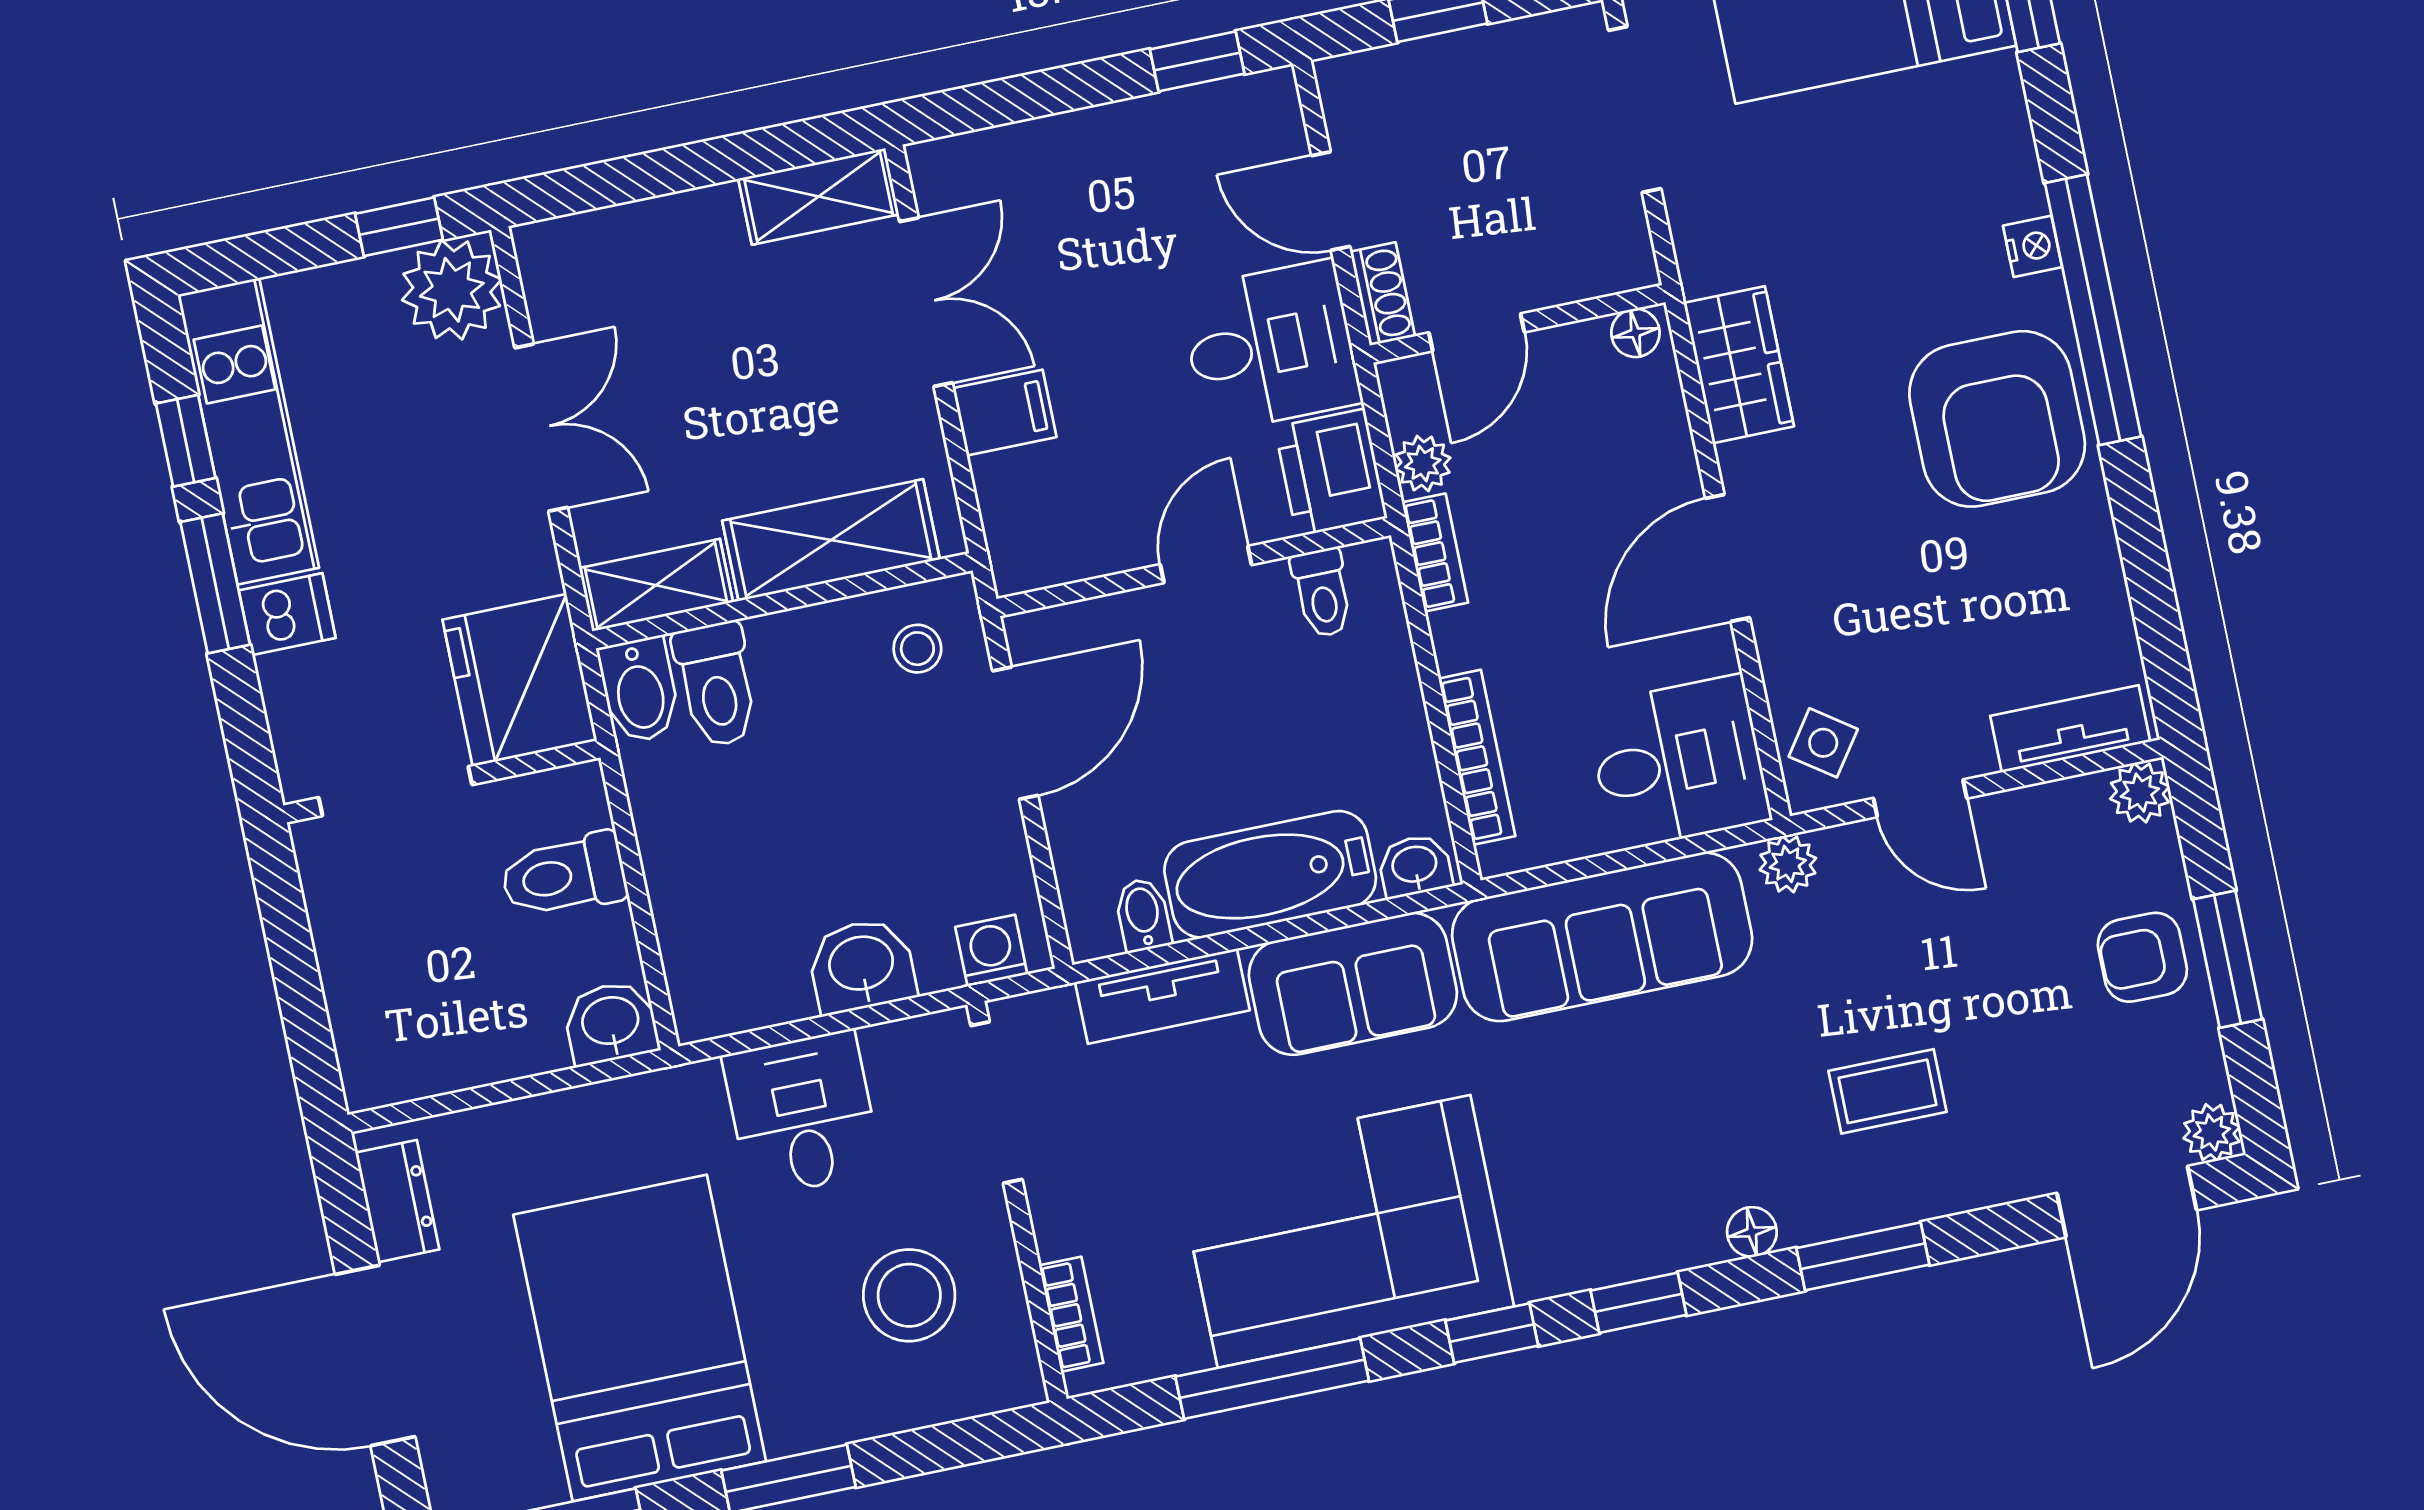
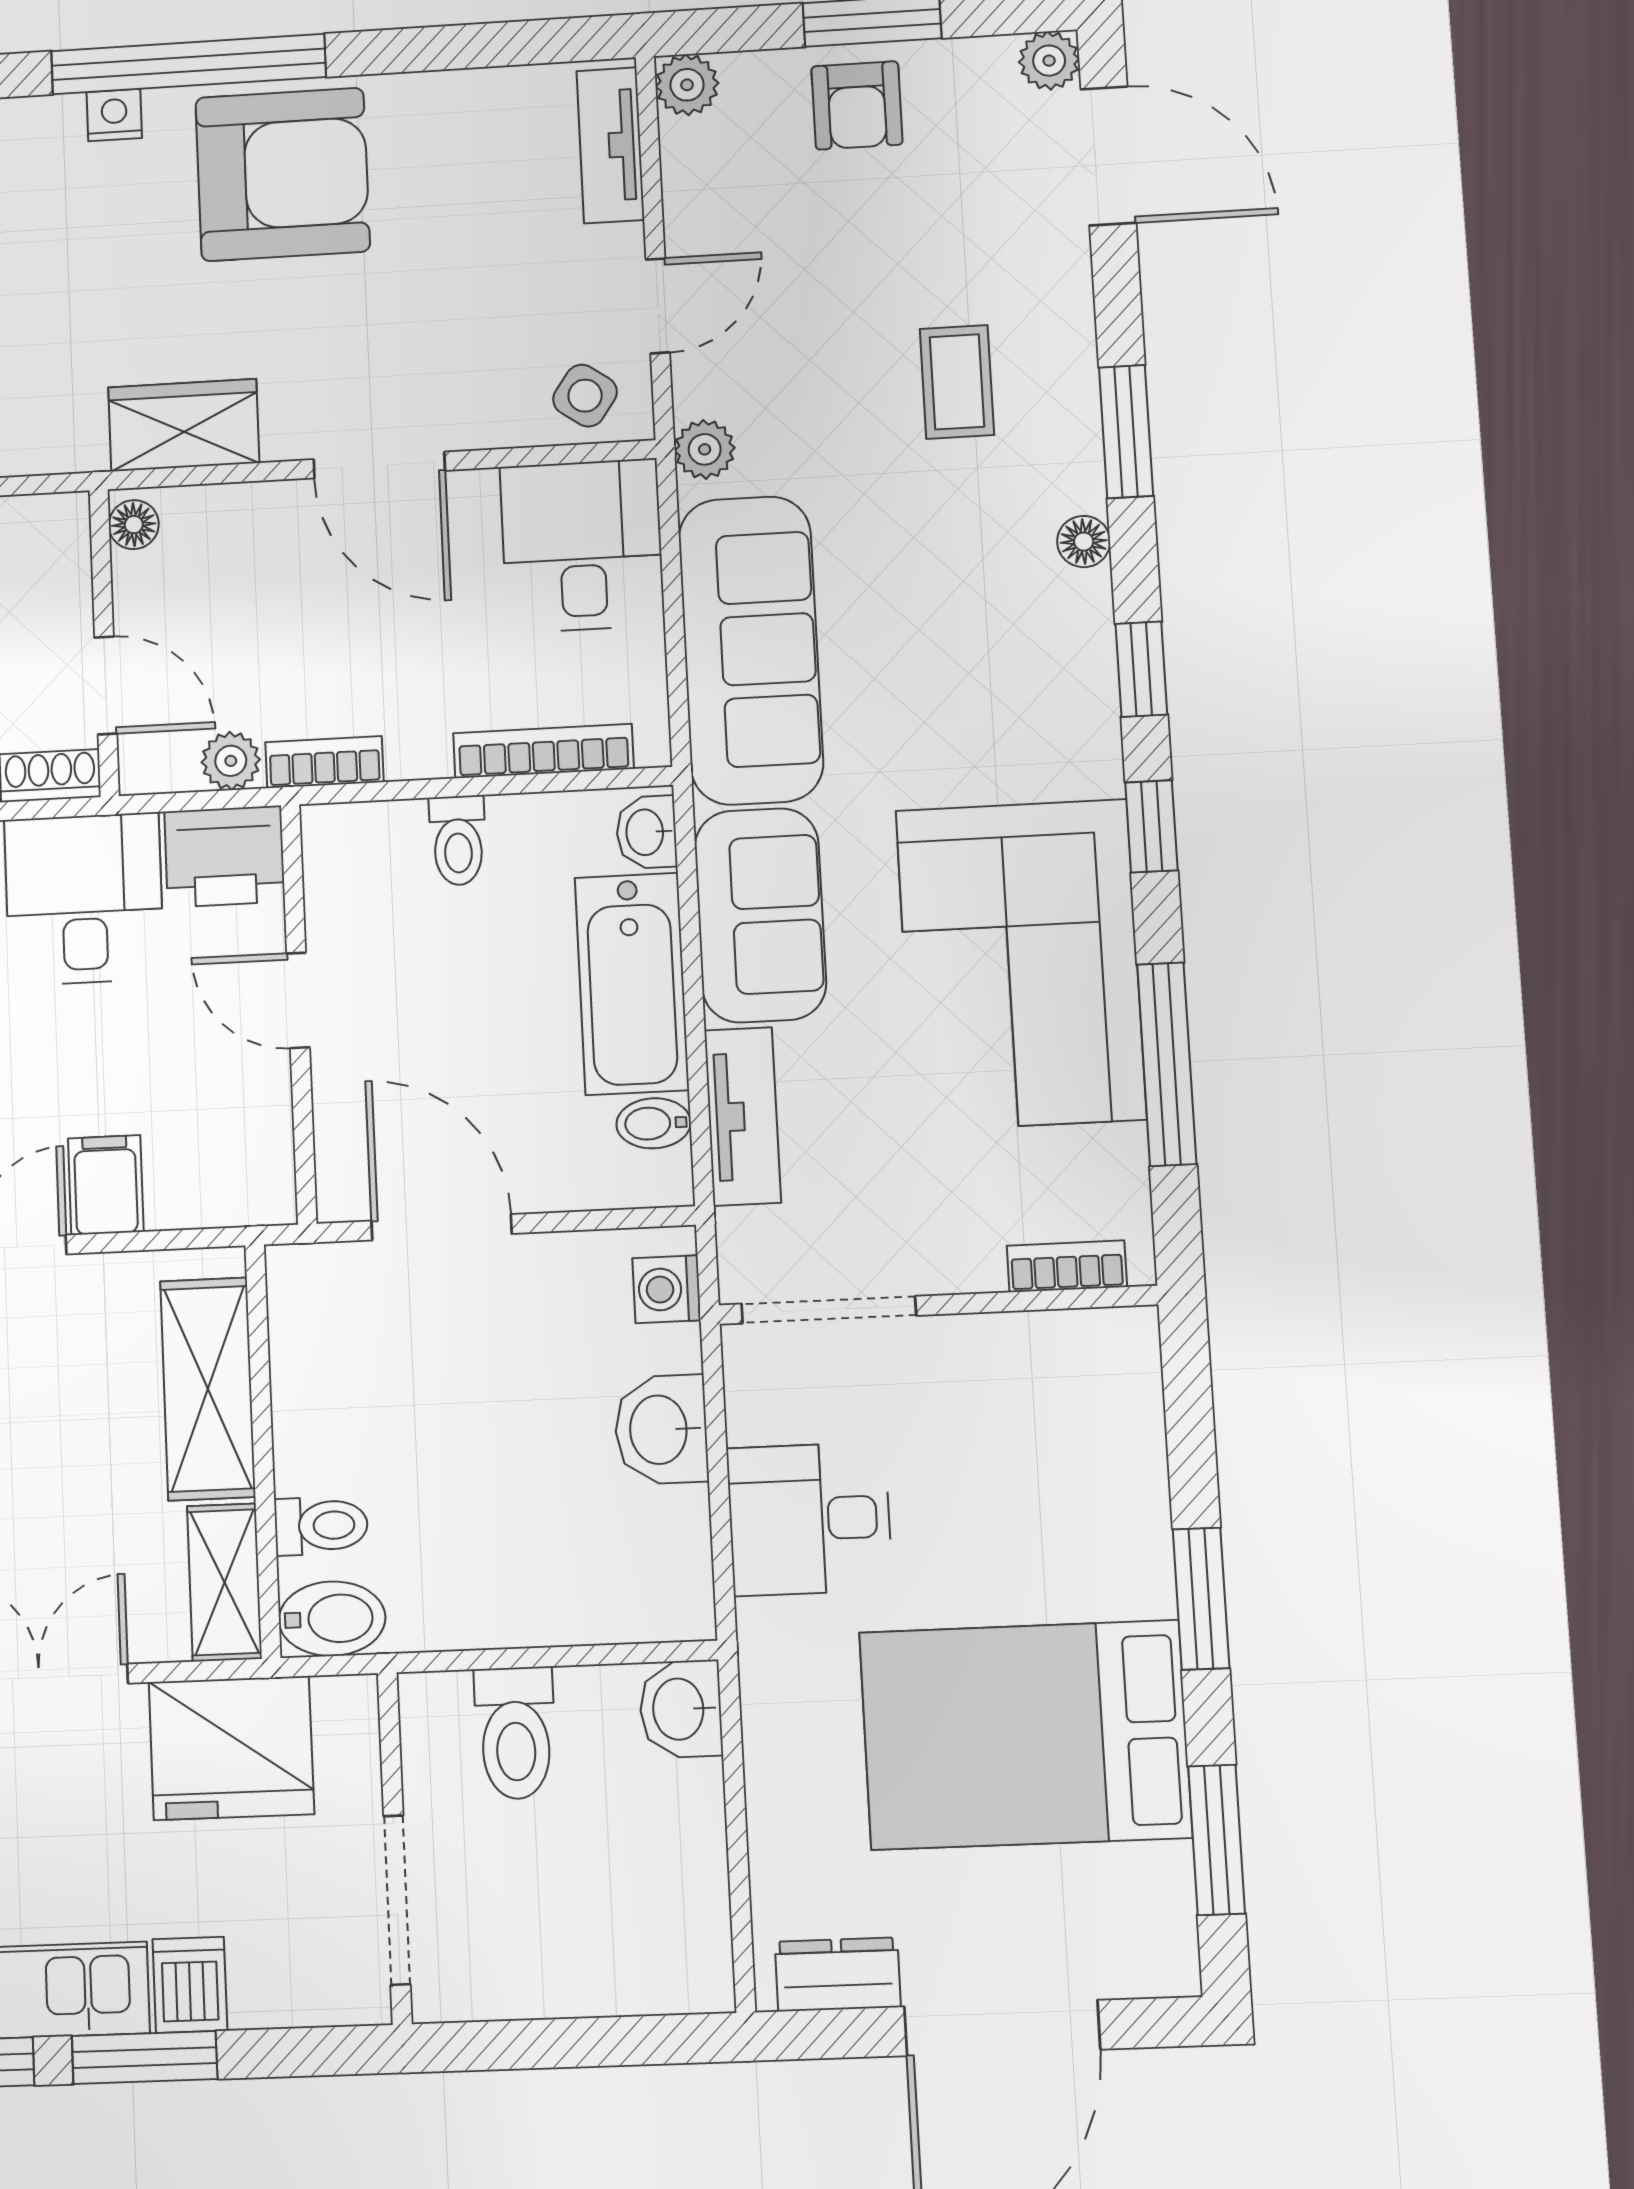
toilet: (1322, 593) -> (458, 841), moved, turned 90
stool: (917, 649) -> (336, 1316), removed
fridge: (520, 680) -> (231, 1748), moved
toilet: (716, 684) -> (321, 1526), width x0.73, depth x0.72
stool: (909, 1295) -> (1021, 1436), removed

